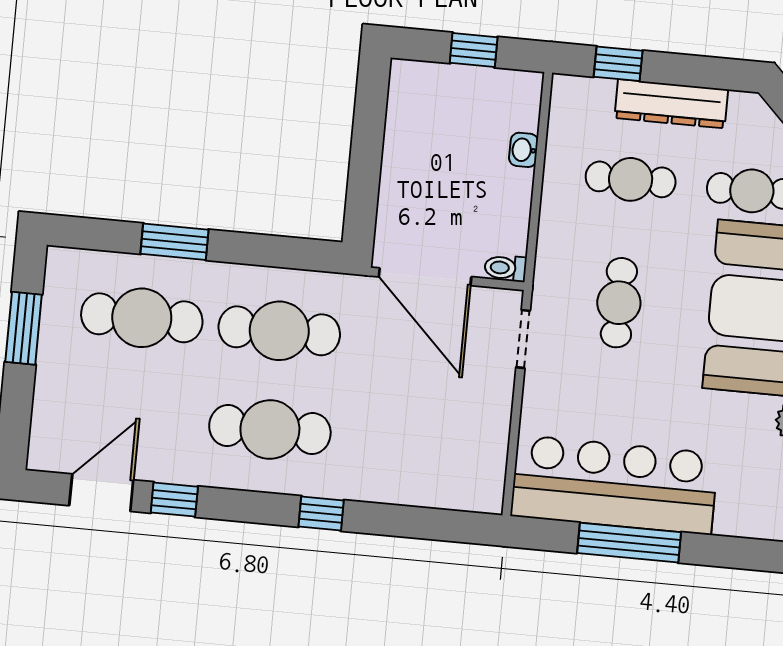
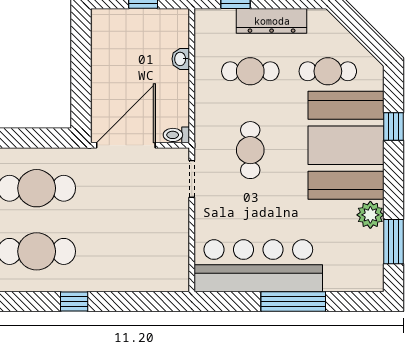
door: (425, 277) -> (126, 145), swing flipped
window: (629, 543) -> (293, 302), moved

